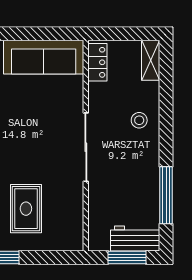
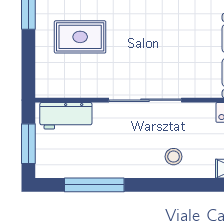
workbench: (135, 238) -> (66, 116), moved, turned 90

